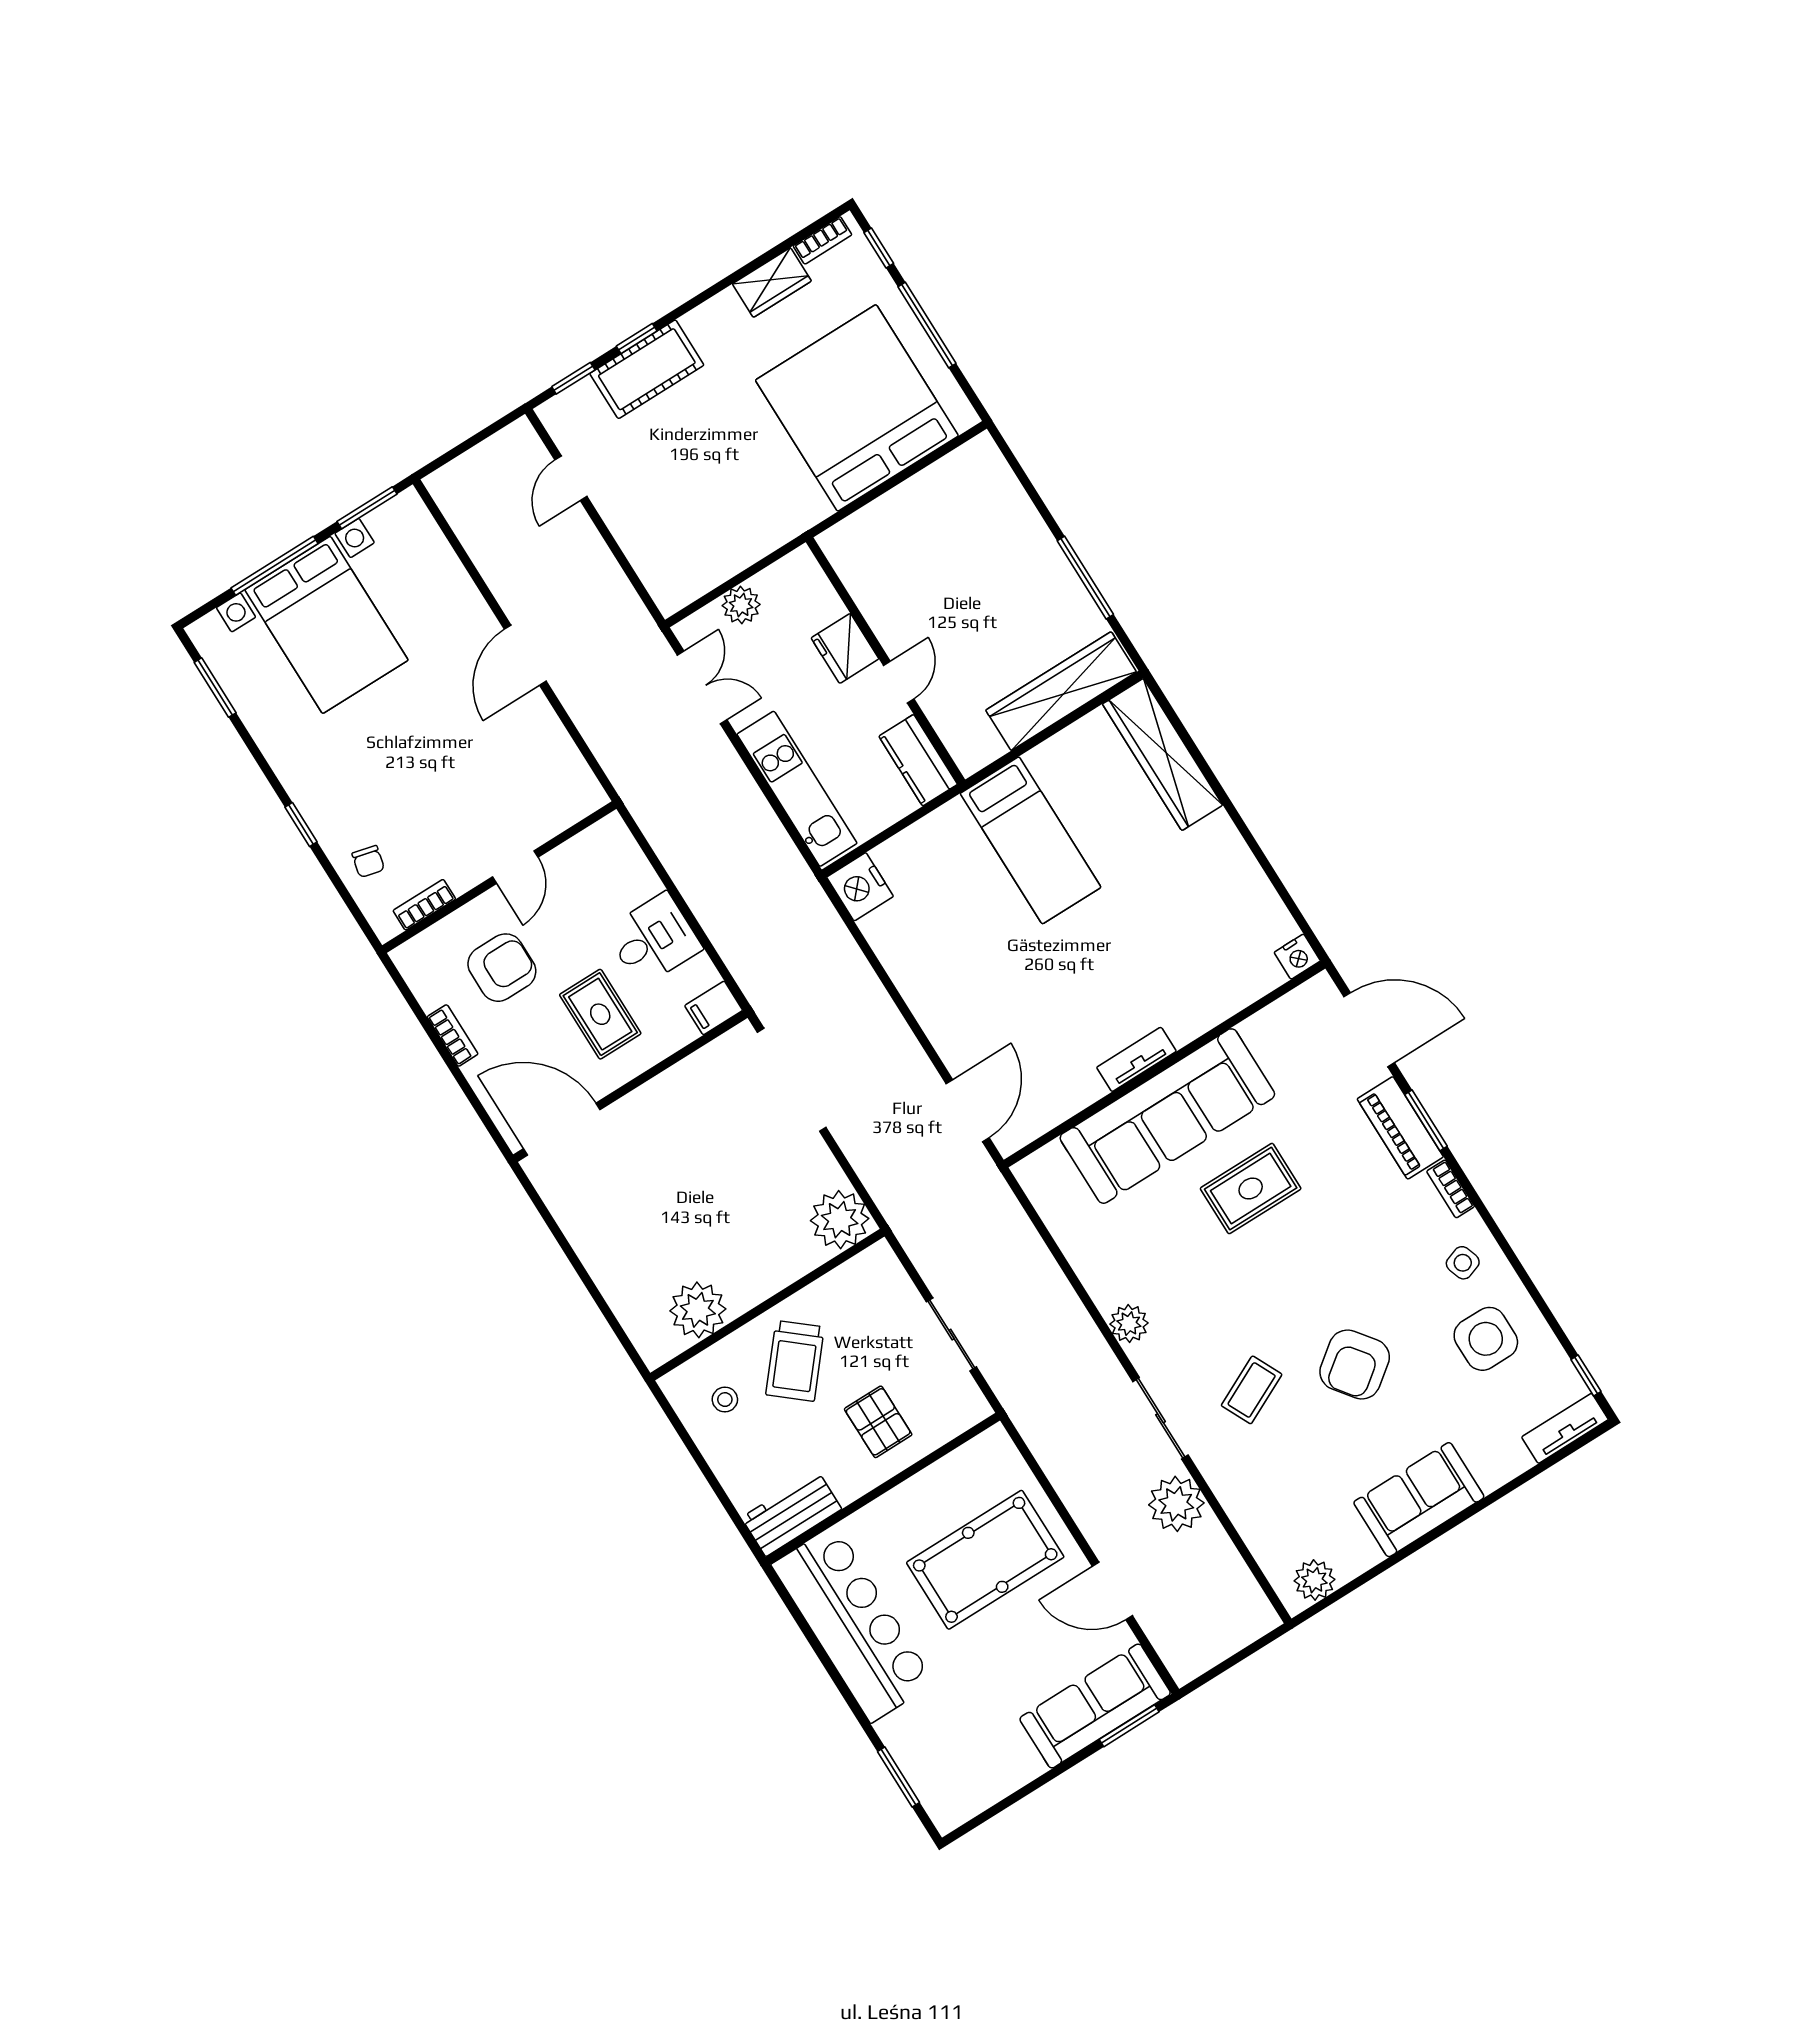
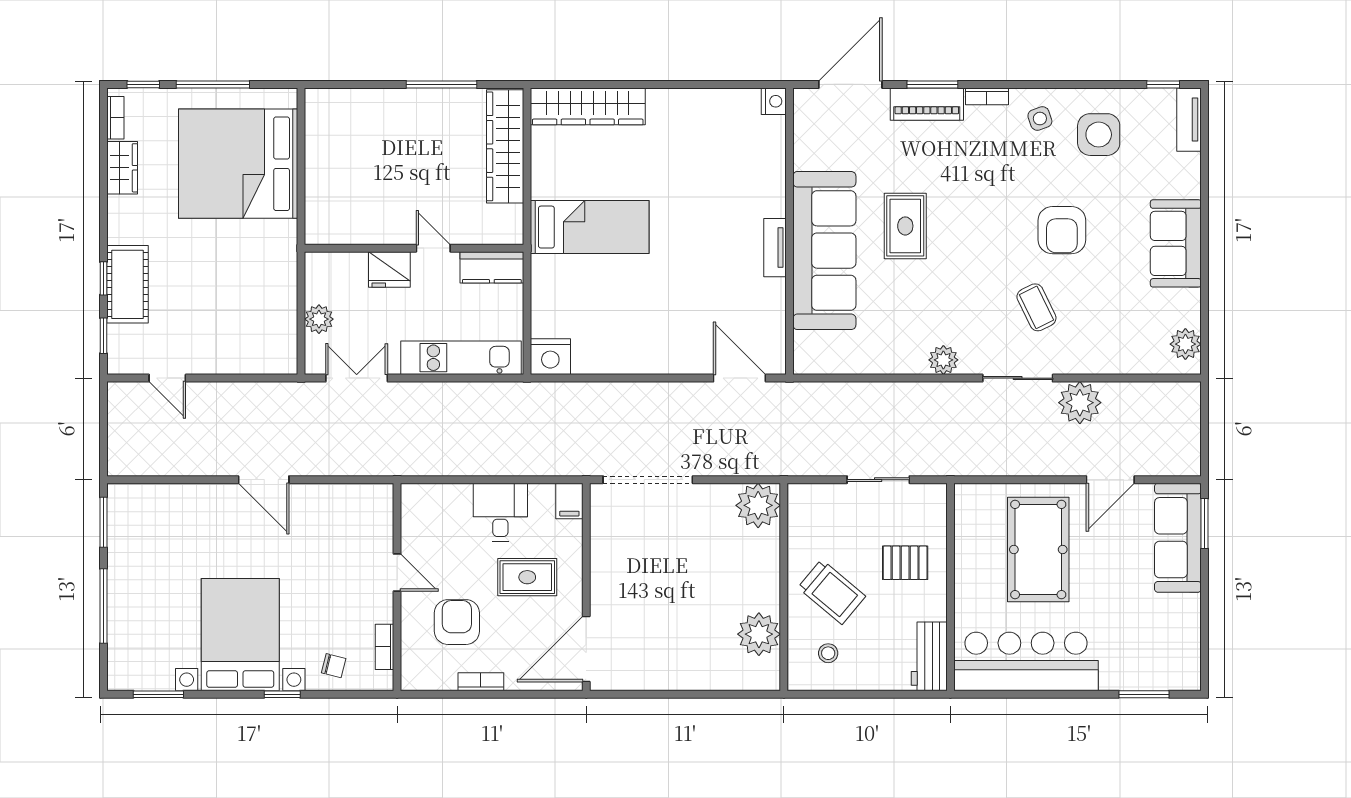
bed with nightstands: (326, 625) -> (240, 635), moved, turned -90
armchair: (1355, 1364) -> (1062, 230), turned 37

